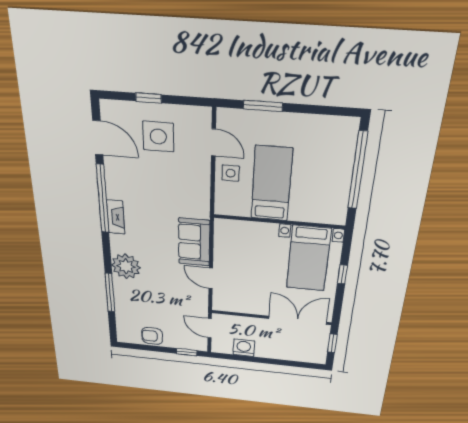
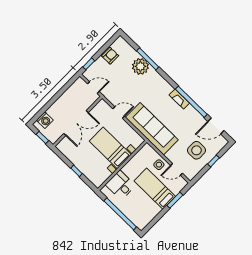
bed: (272, 184) -> (155, 189), moved, turned 180
desk: (311, 203) -> (121, 185), added
sofa: (194, 242) -> (152, 129), width x1.85, depth x1.27
bed with nightstands: (309, 259) -> (110, 148), moved
plant: (126, 266) -> (140, 66), moved
double door: (298, 320) -> (76, 123), moved
washing machine: (244, 348) -> (45, 120), moved

